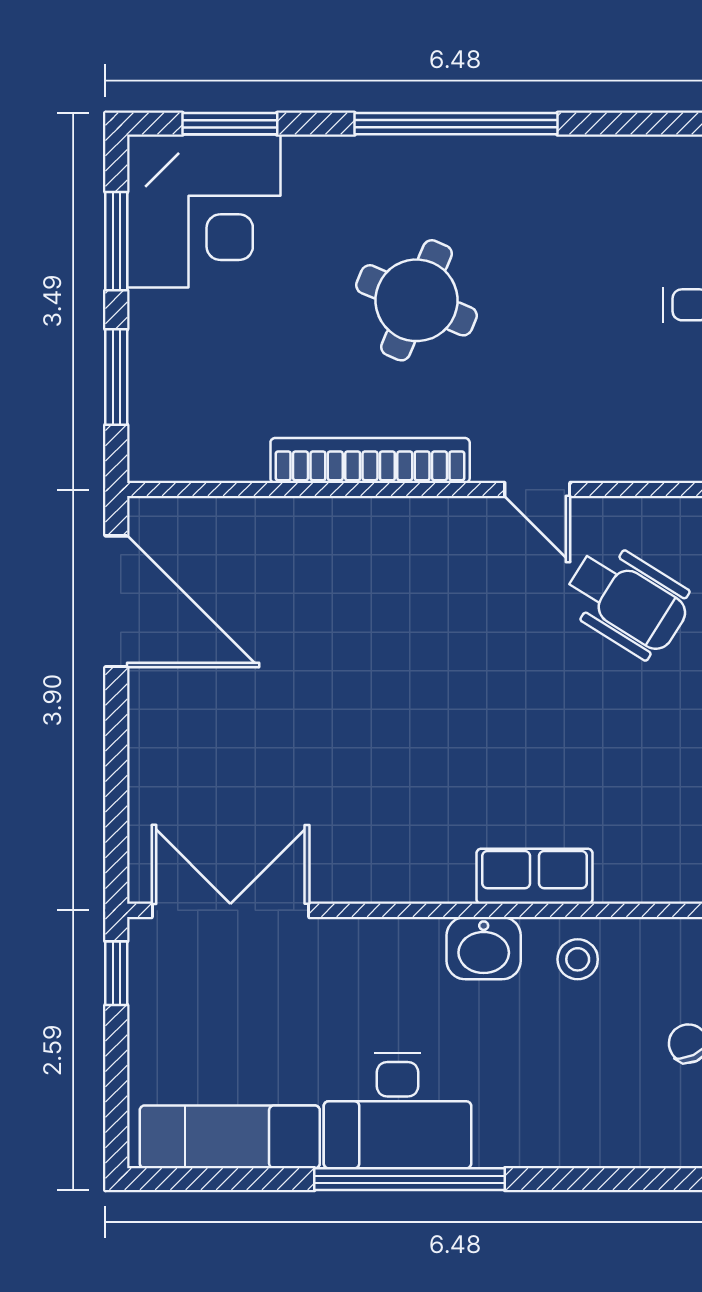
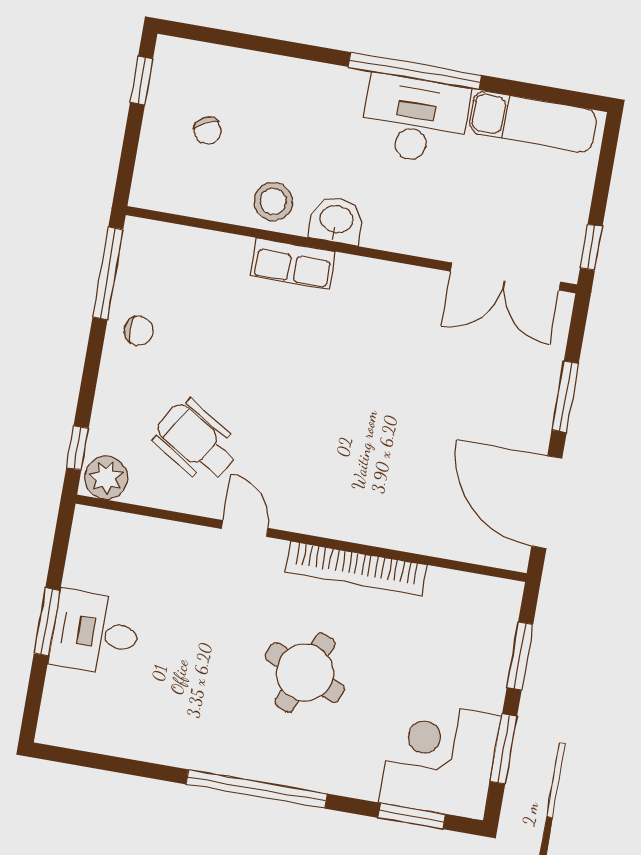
window: (116, 755) -> (565, 397), added
stool: (578, 959) -> (273, 202), width x1.37, depth x1.37

